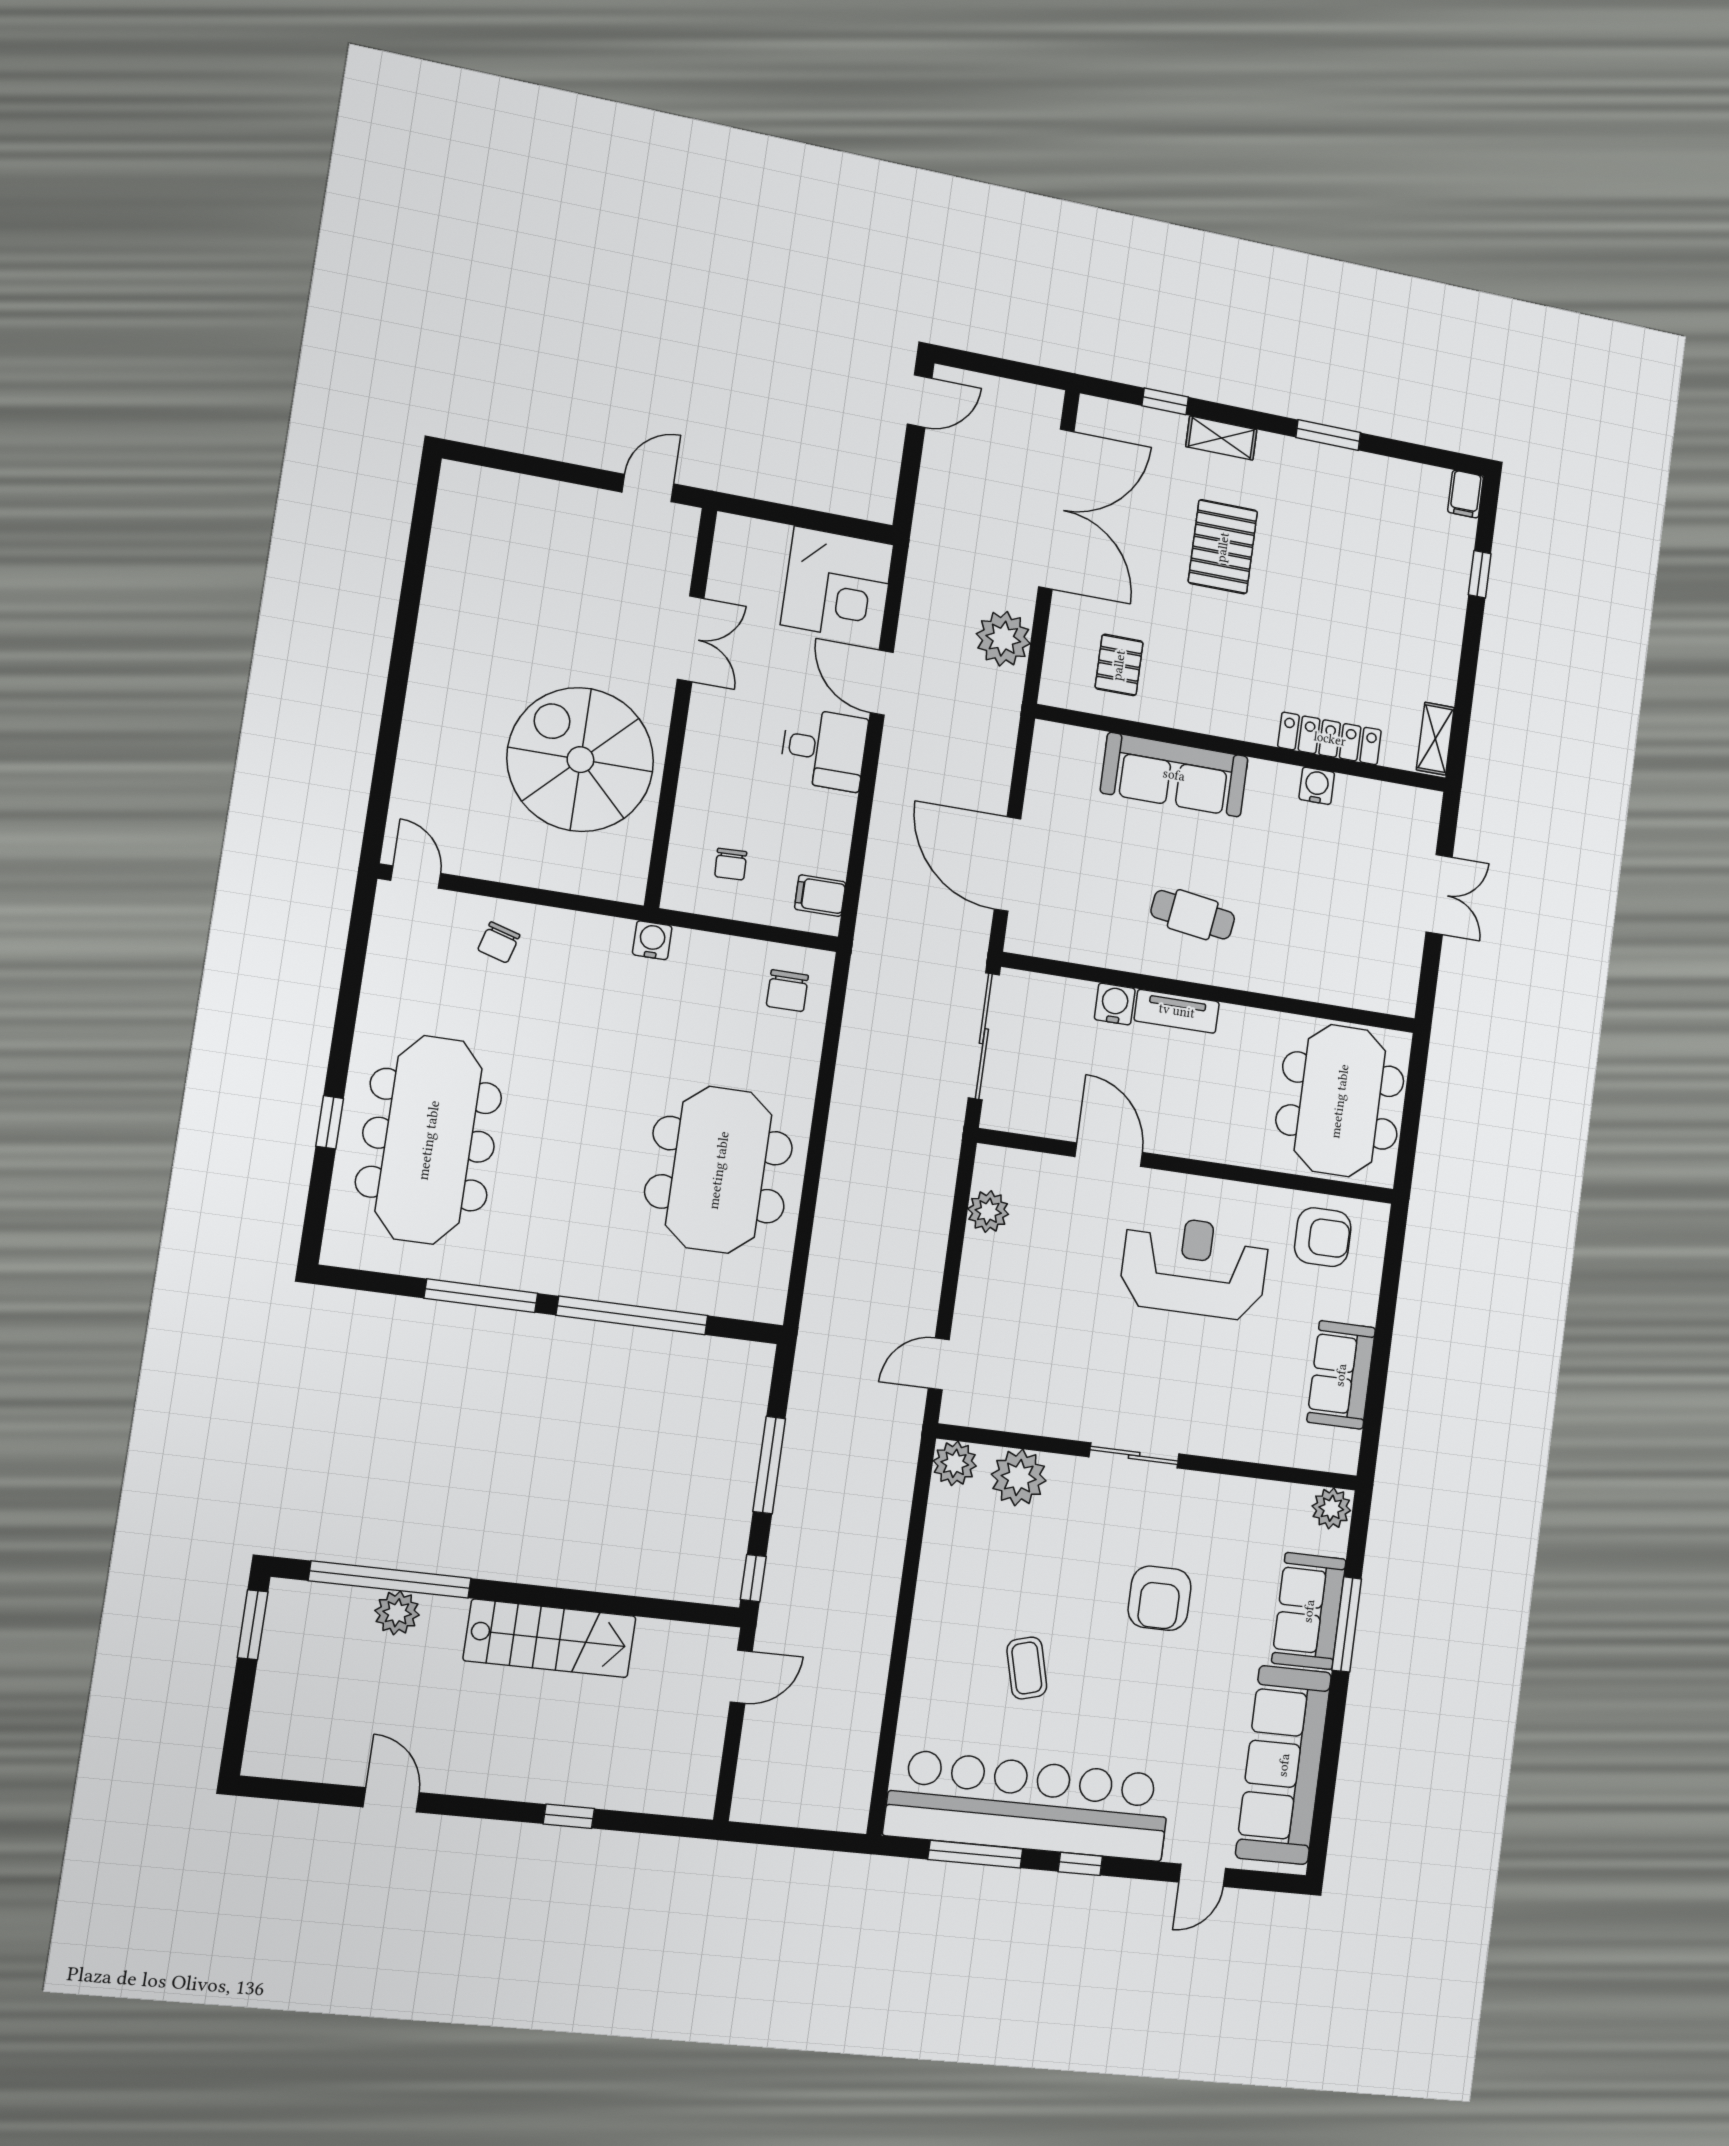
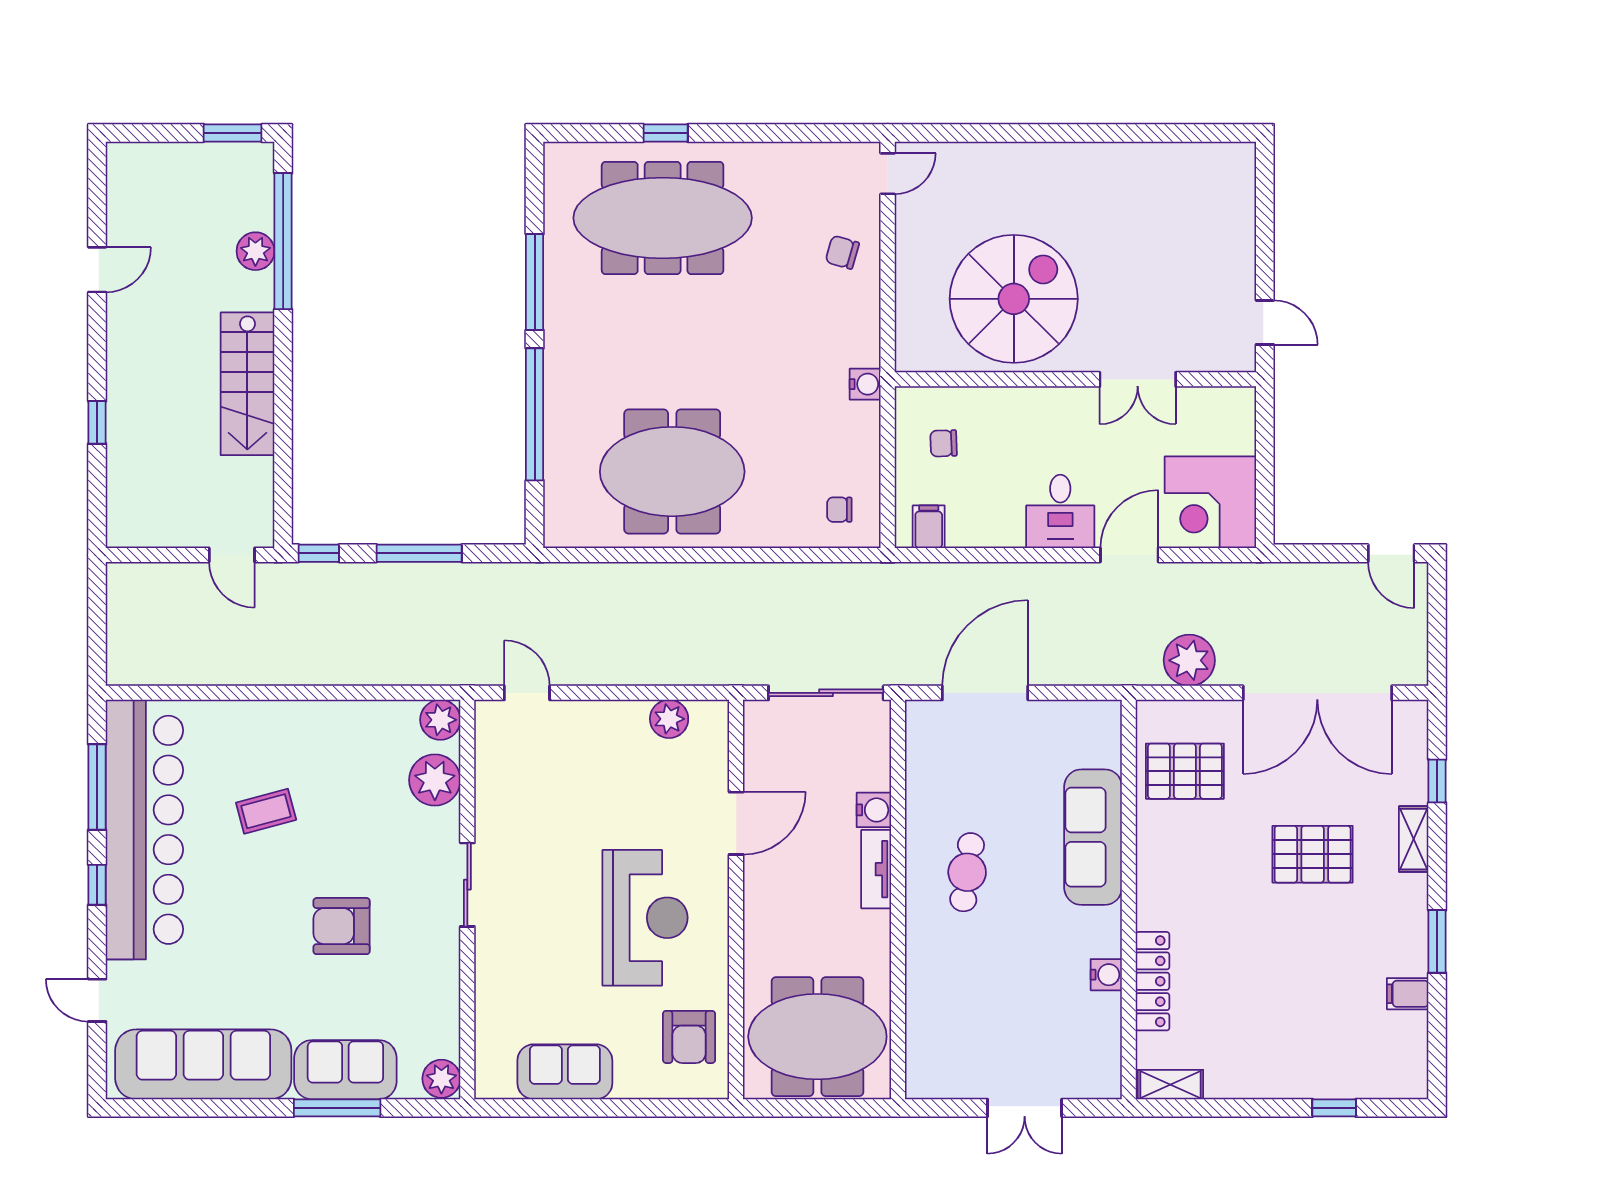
filing cabinet: (1466, 494) -> (1408, 994), moved
pallet: (1119, 665) -> (1185, 771), width x1.50, depth x1.42
chair: (787, 991) -> (839, 510), width x0.73, depth x0.73

